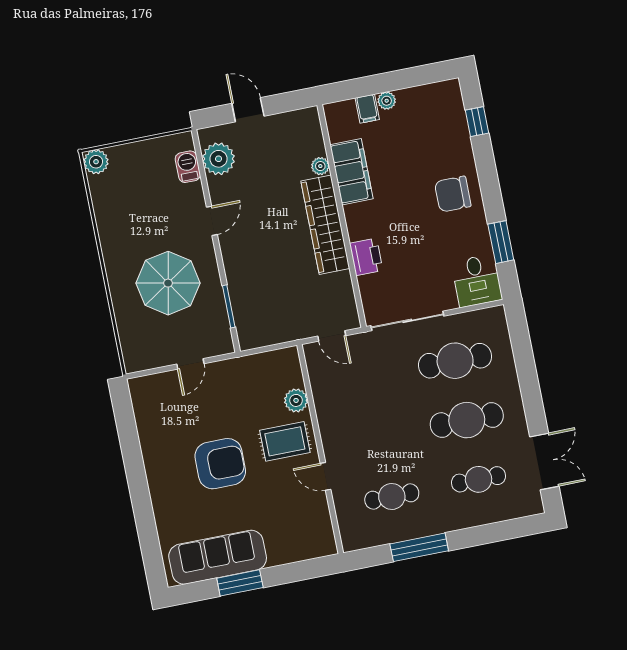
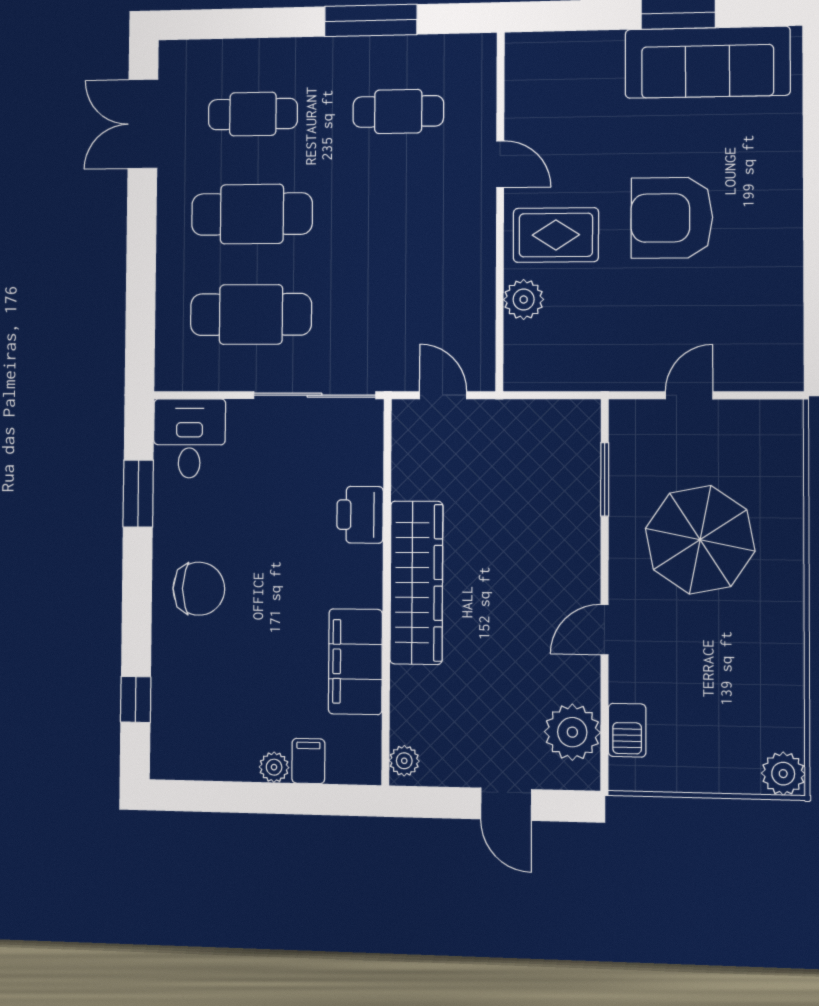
plant: (320, 166) -> (404, 761), moved

